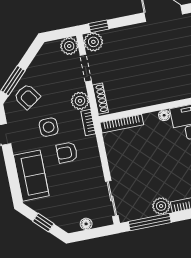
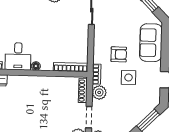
armchair: (27, 97) -> (140, 105), removed

